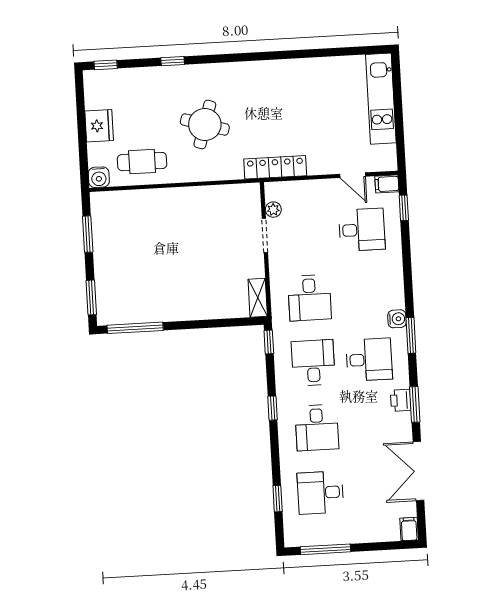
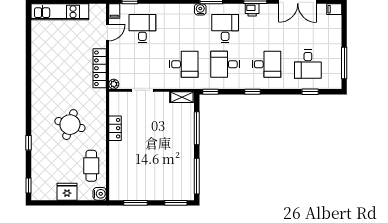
locker: (275, 167) -> (100, 68), moved
locker: (203, 195) -> (115, 128), added
plant: (273, 210) -> (114, 84), moved
window: (210, 324) -> (197, 128), added

